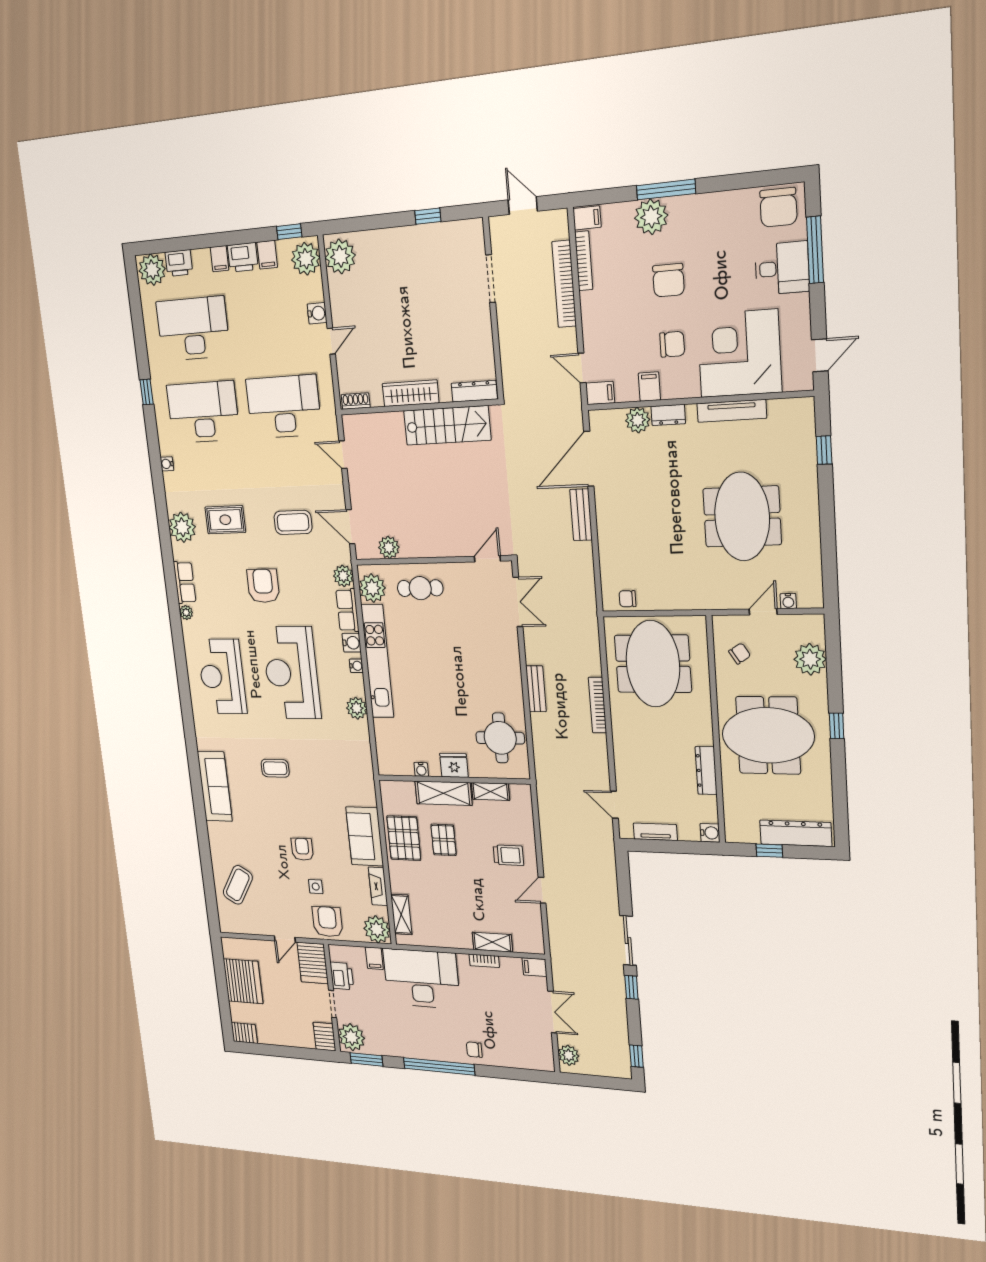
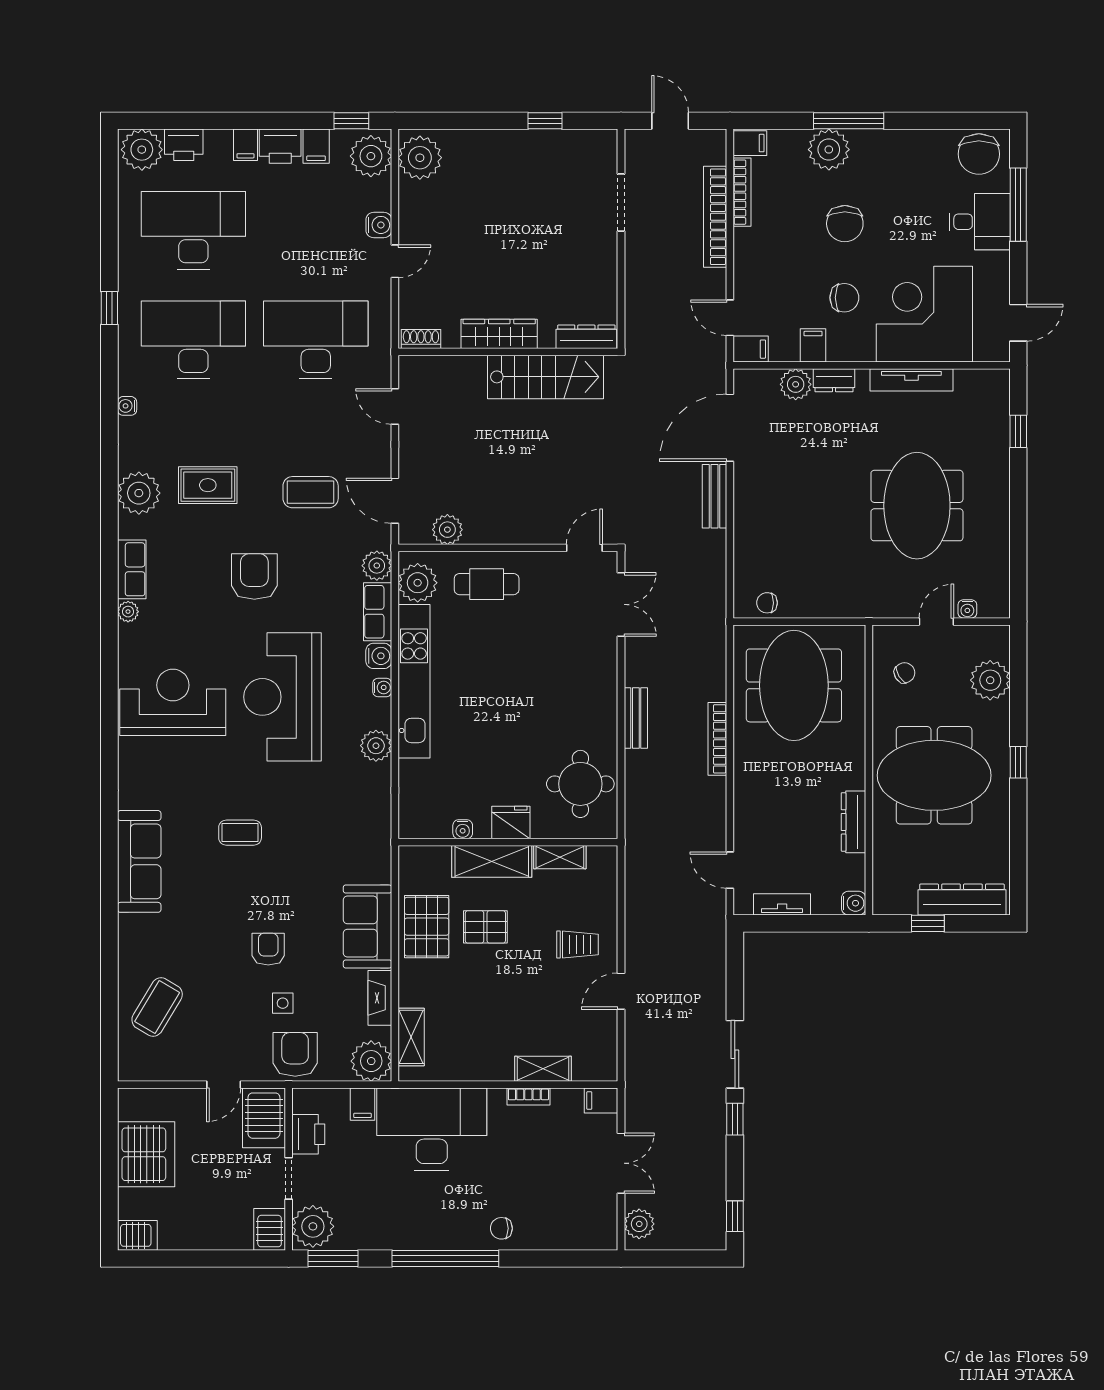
reception desk: (222, 676) -> (173, 702), turned 90
pallet: (444, 840) -> (485, 927), turned 90

